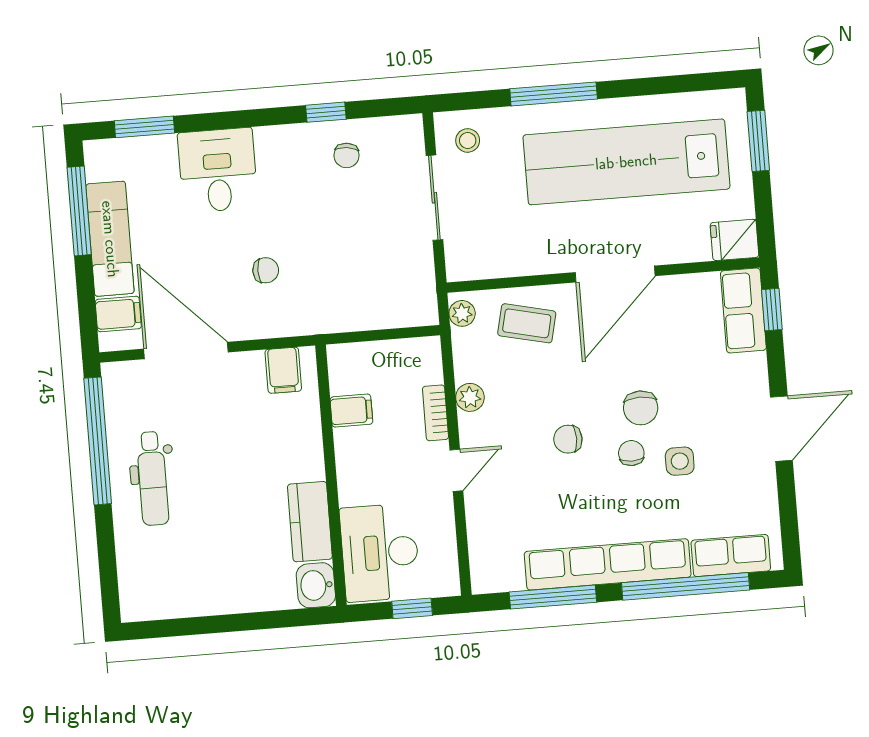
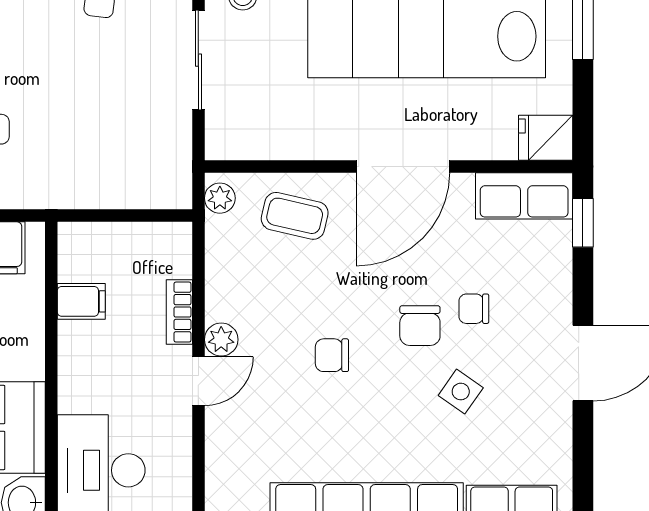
row of seats: (743, 310) -> (524, 196), moved, turned -90
plant: (470, 397) -> (221, 340), moved
chair: (631, 453) -> (474, 309), moved, turned -90
side table: (680, 461) -> (461, 392), turned 35

